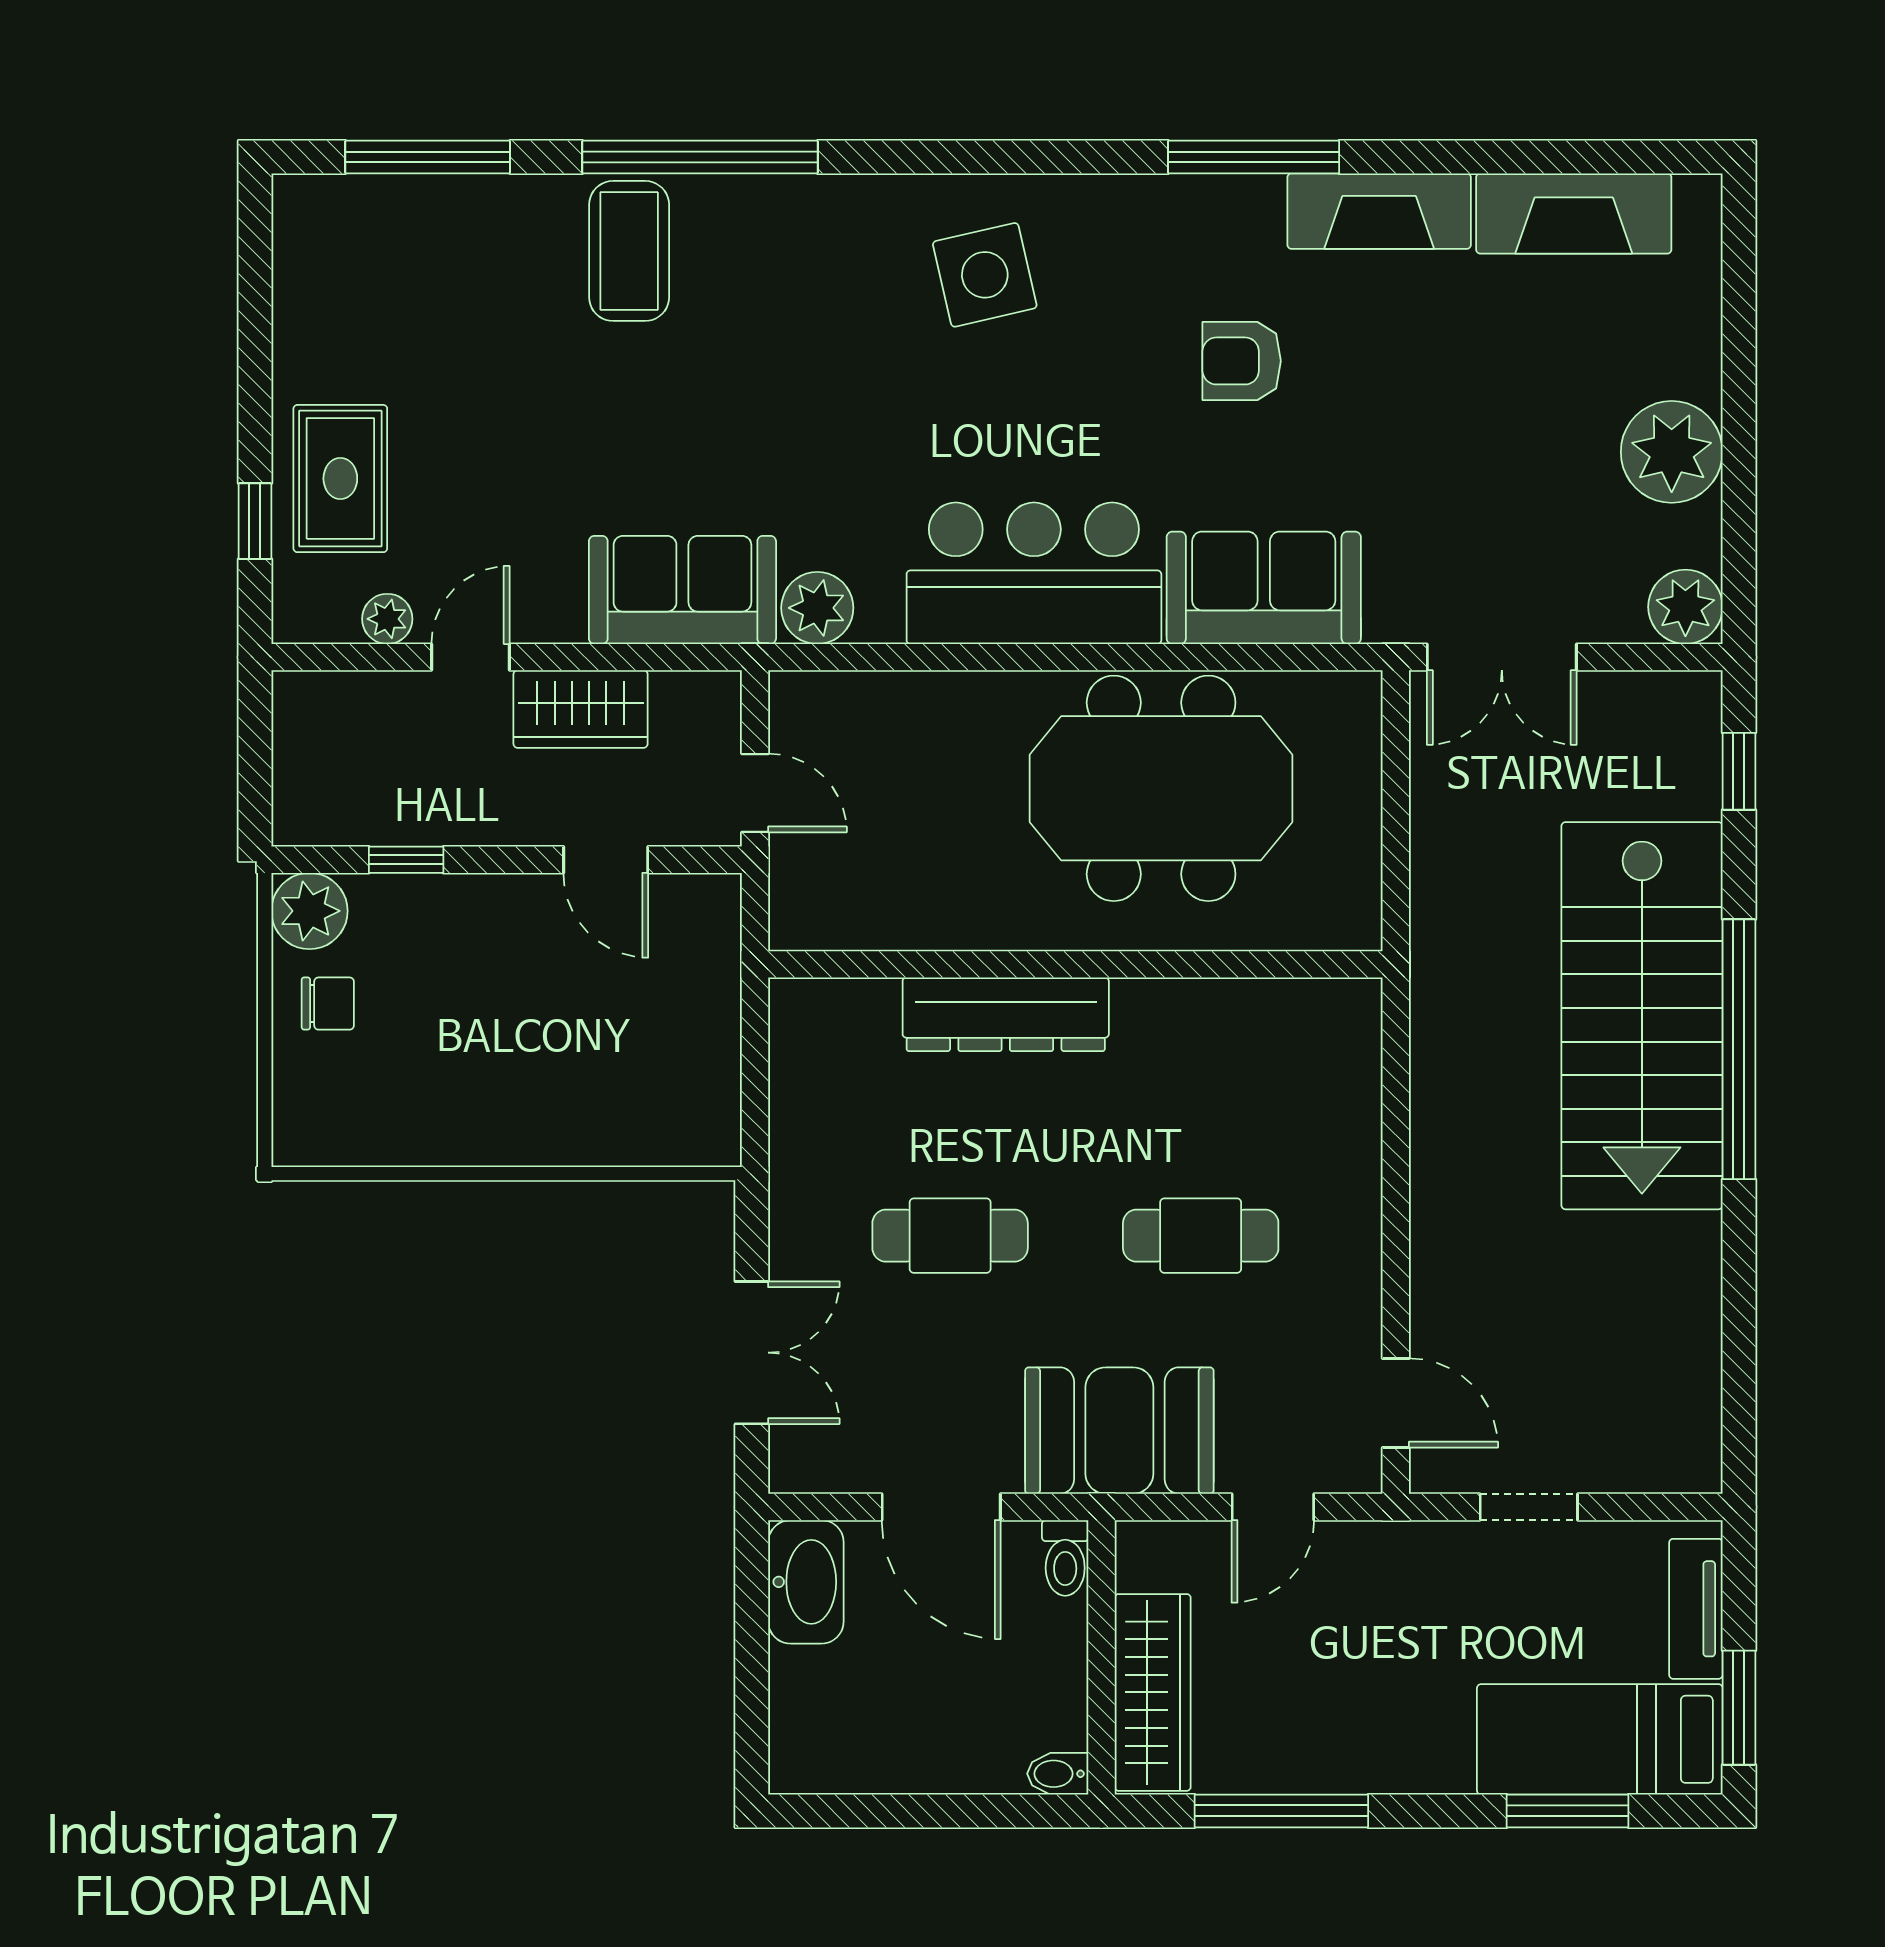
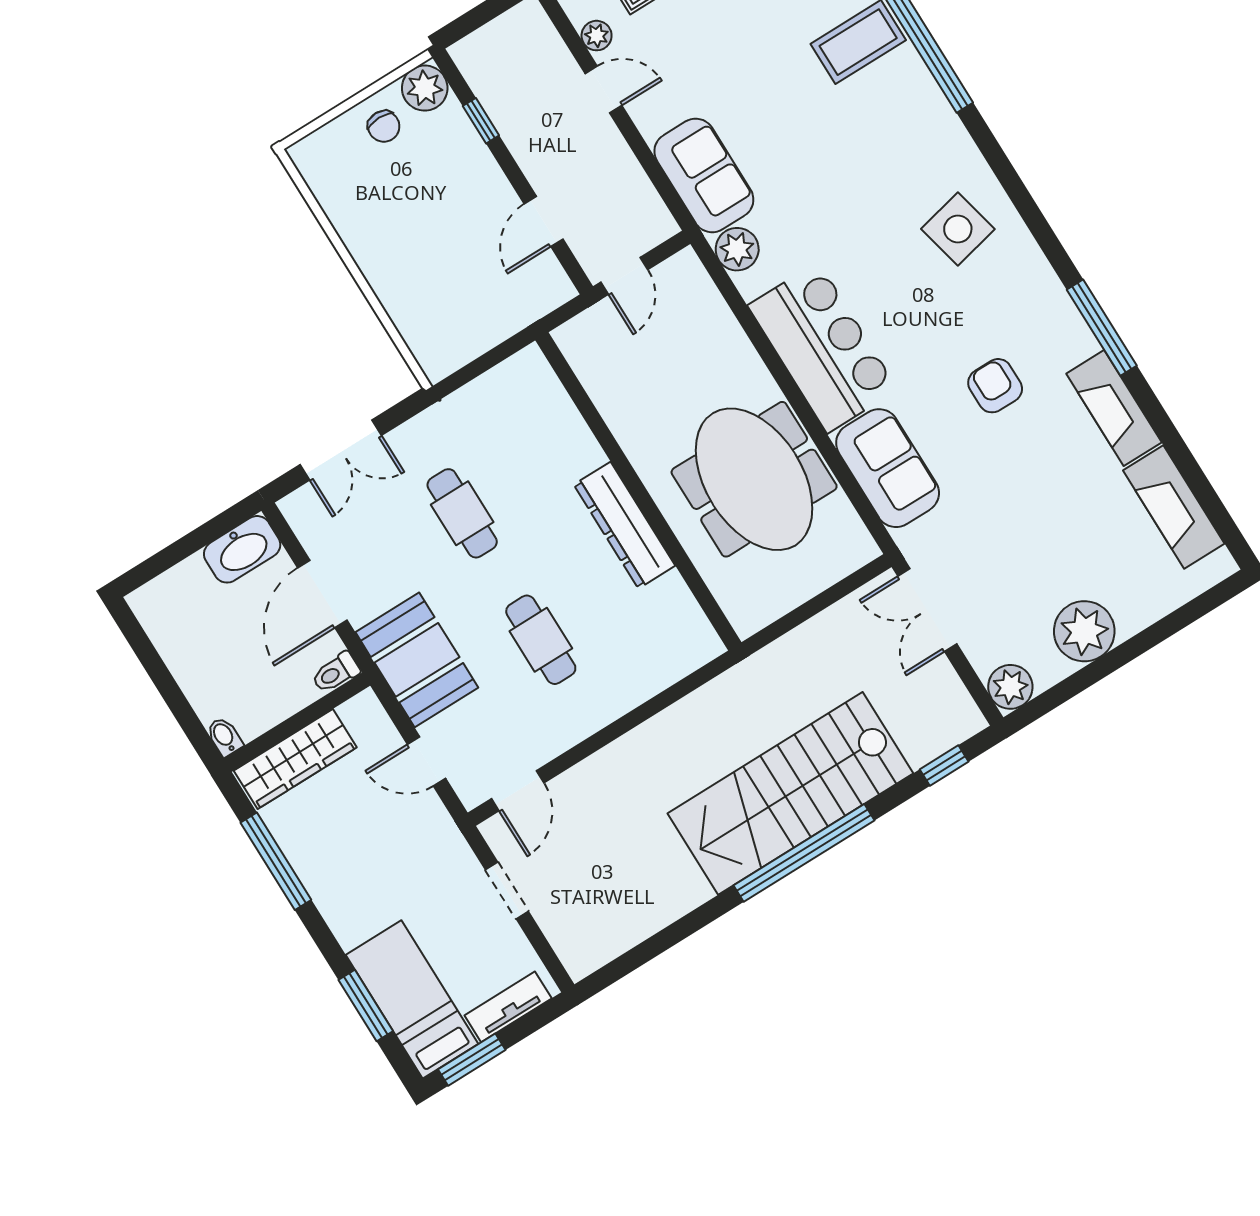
wardrobe: (581, 709) -> (612, 161), removed
dresser: (1006, 1014) -> (624, 525), moved

